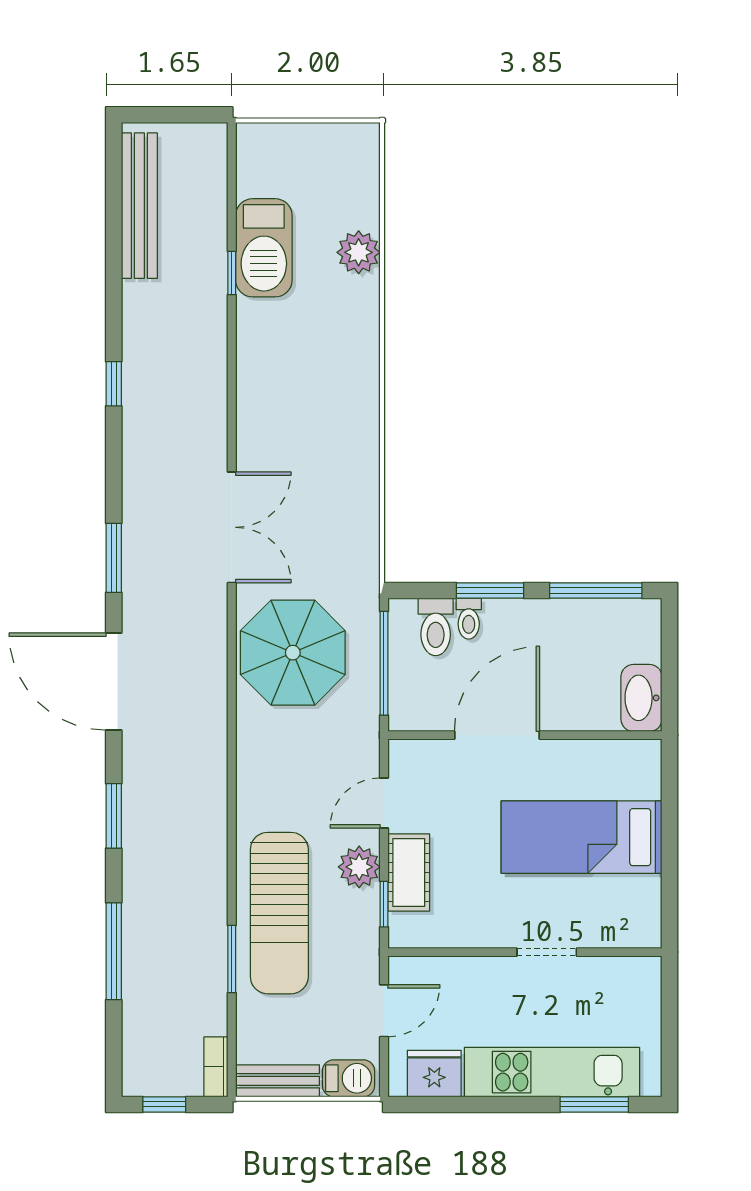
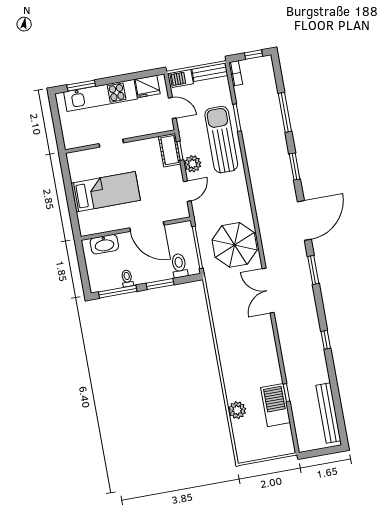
toilet: (469, 619) -> (127, 278), moved
door: (114, 681) -> (304, 220), hinge flipped
washbasin: (641, 698) -> (104, 244), moved, turned 90
door: (497, 735) -> (147, 227), hinge flipped
cot: (409, 872) -> (170, 150), moved
door: (384, 1011) -> (172, 108), swing flipped

